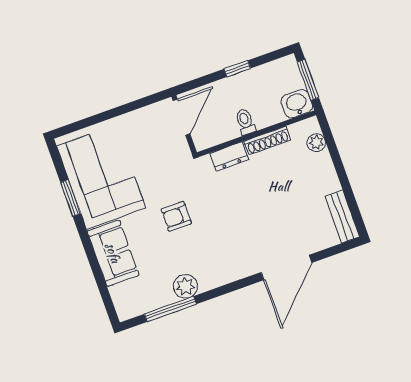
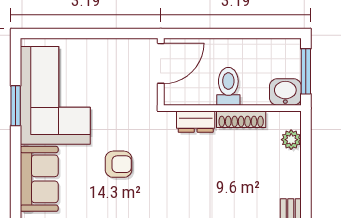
window: (237, 69) -> (237, 33), removed
toilet: (245, 122) -> (228, 86), width x1.37, depth x1.39
armchair: (176, 216) -> (119, 164), turned 180

